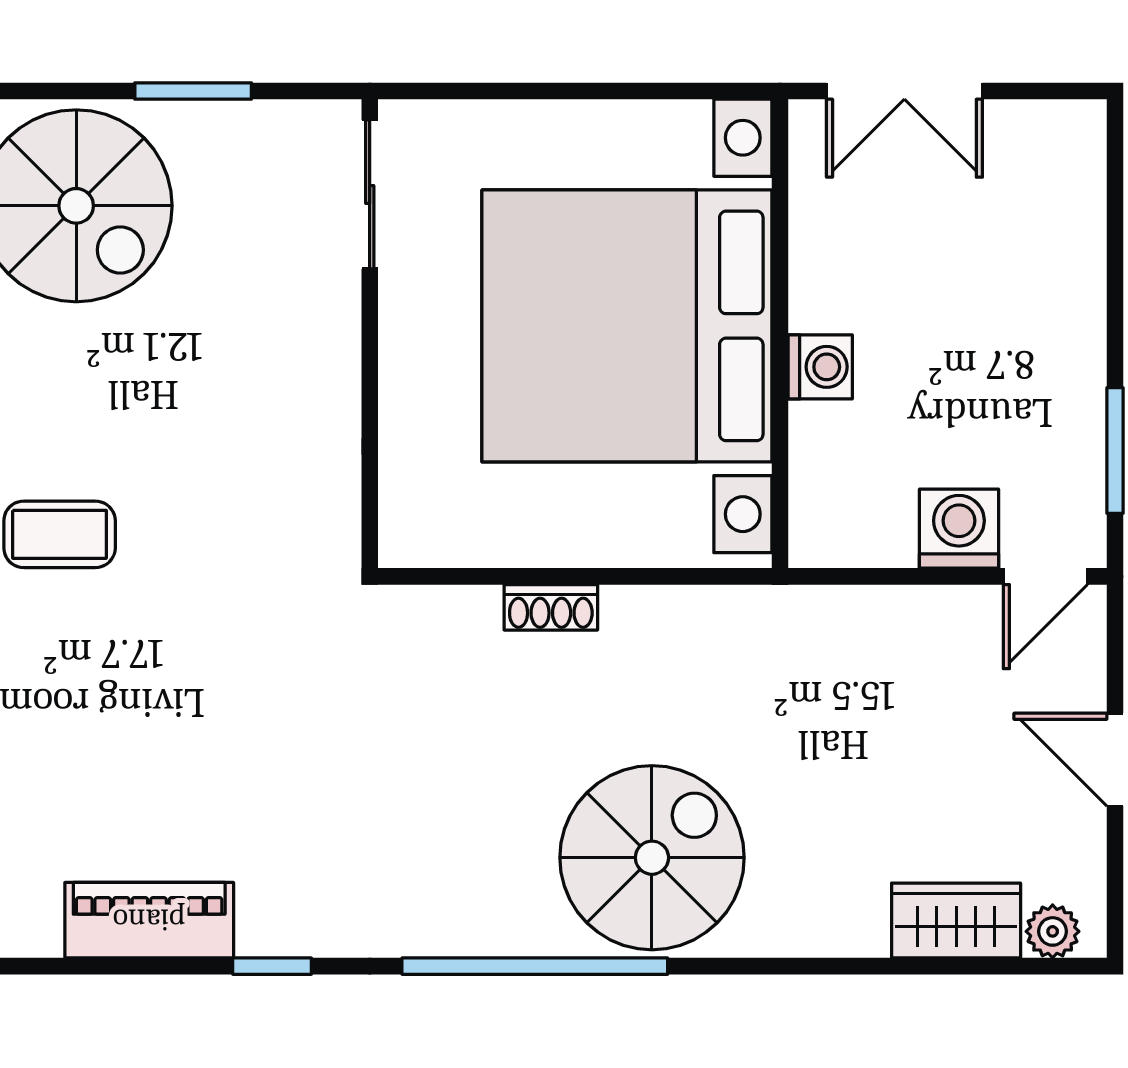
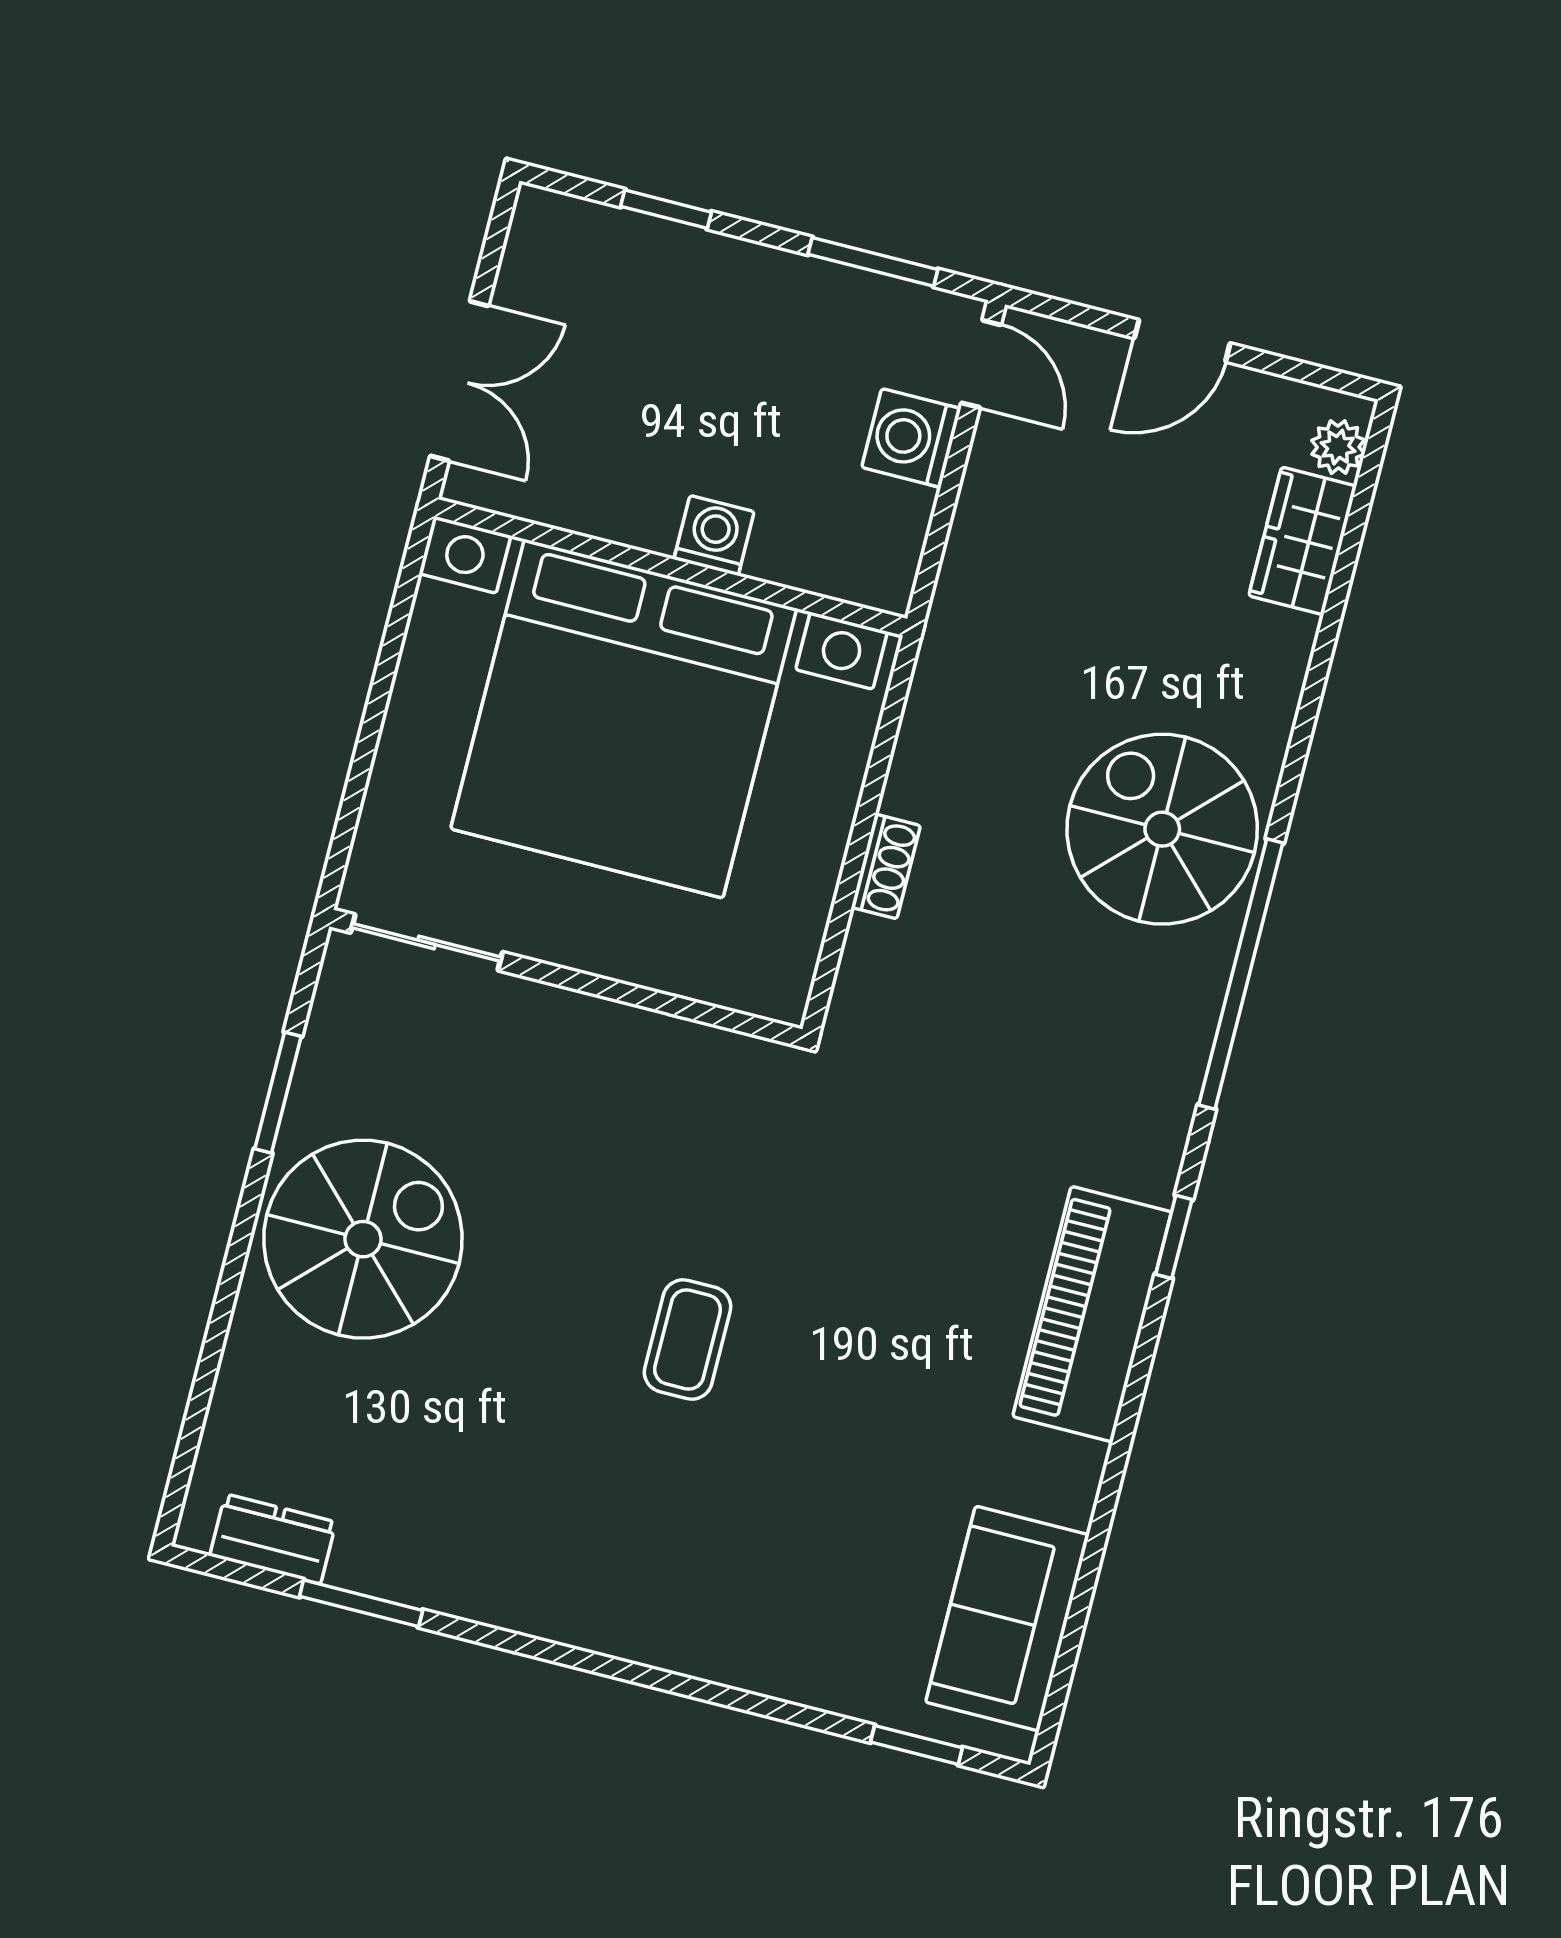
window: (1115, 244) -> (666, 209), added
piano: (149, 920) -> (1092, 1314), width x1.37, depth x1.33

